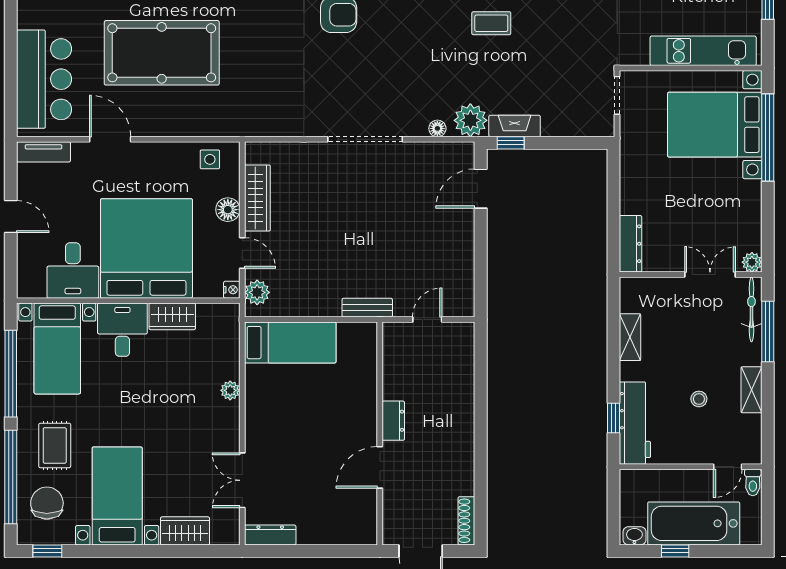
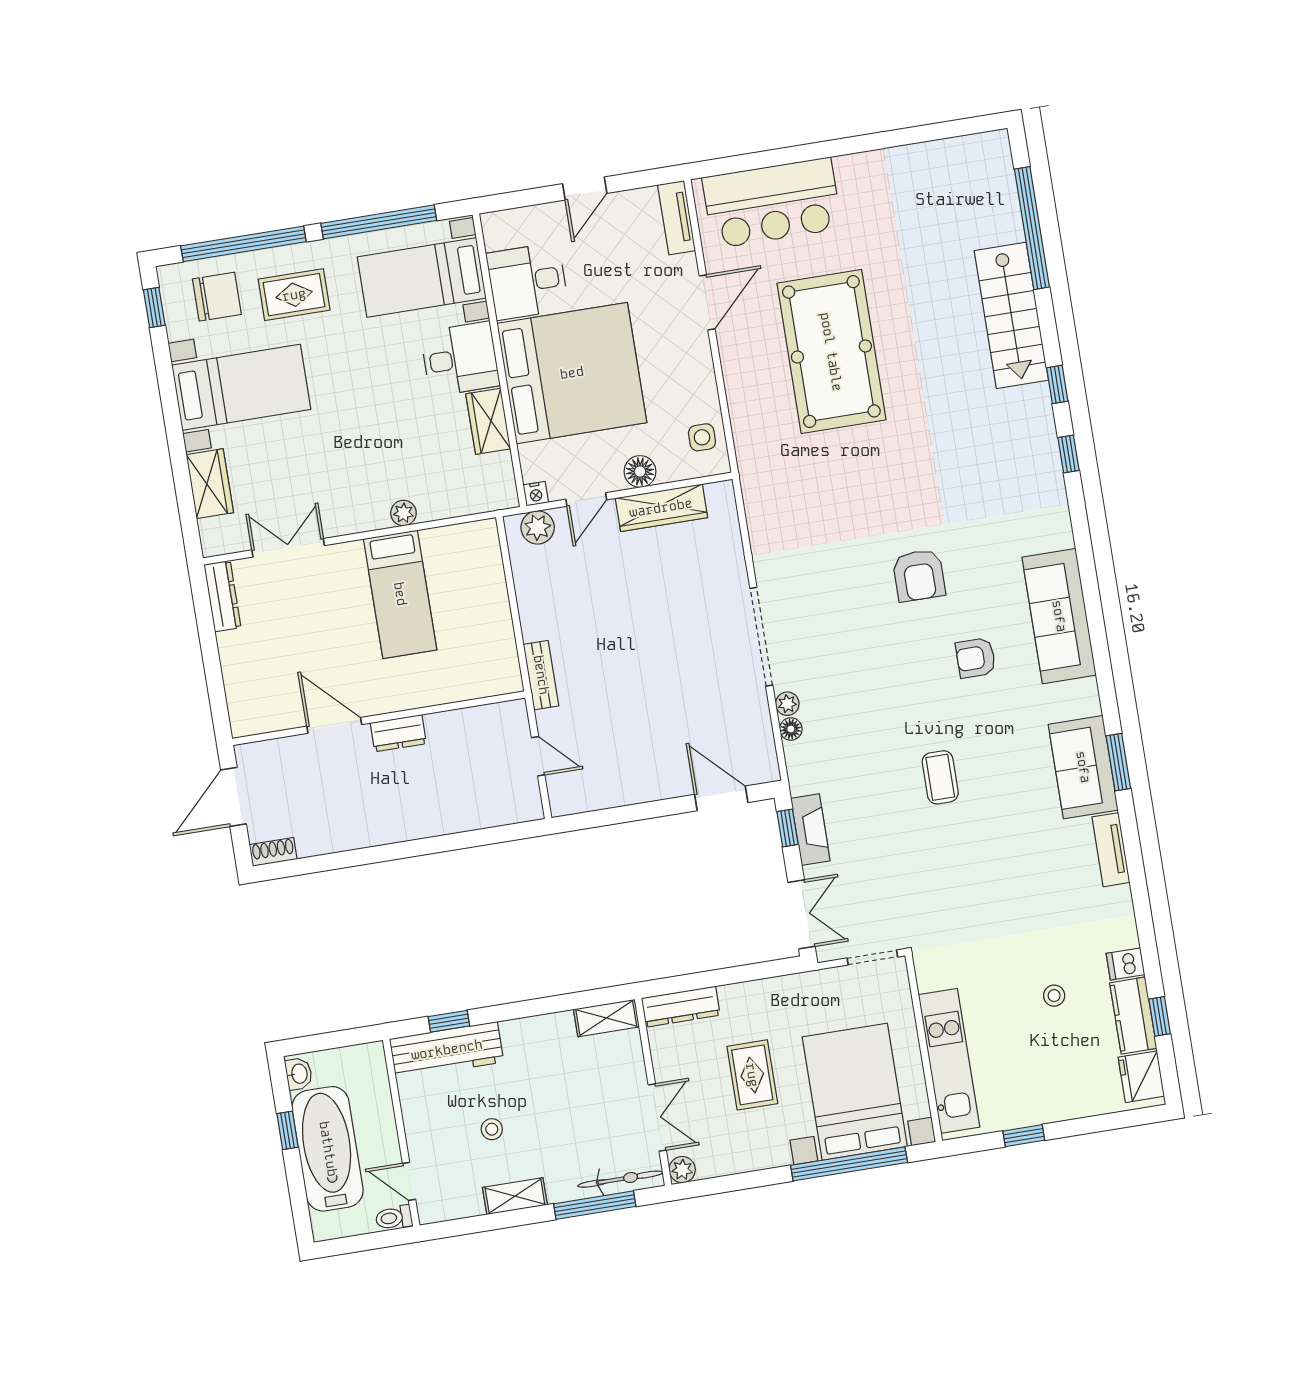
plant: (470, 120) -> (787, 704), moved, width x0.53, depth x0.53
double door: (577, 143) -> (802, 914), added
rug: (690, 199) -> (752, 1075), added
shelving: (630, 337) -> (606, 1018), moved
bed: (290, 343) -> (400, 594), moved
shoe rack: (466, 521) -> (273, 852), width x0.70

